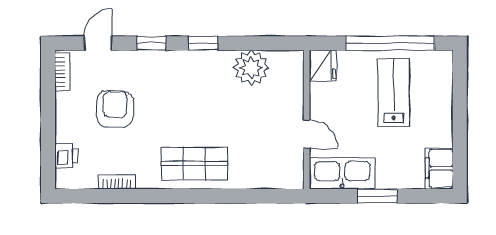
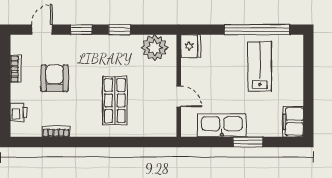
fridge: (323, 66) -> (191, 46), moved
bookcase: (62, 72) -> (16, 69), moved
wall: (307, 120) -> (179, 86), moved
door: (307, 134) -> (179, 97), moved
shop shelf: (194, 163) -> (115, 100), moved, turned 90

